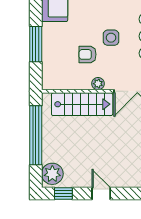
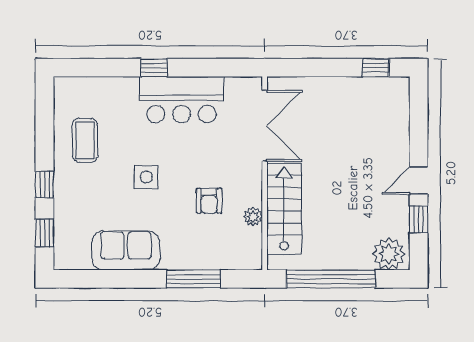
side table: (111, 38) -> (146, 177), moved
plant: (98, 84) -> (253, 217), moved
window: (63, 194) -> (419, 219), moved

